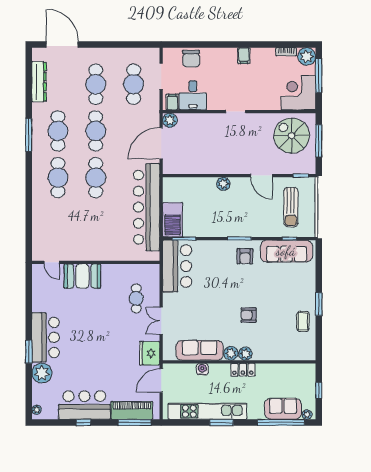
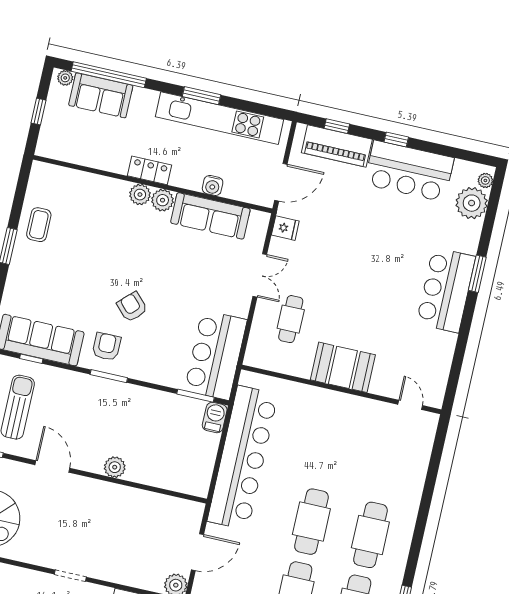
door: (161, 143) -> (197, 552), width x0.73
barbecue: (173, 220) -> (215, 418), width x0.53, depth x0.65
booth: (82, 276) -> (343, 367), moved
armchair: (249, 315) -> (132, 307), moved, turned -134
fridge: (150, 353) -> (285, 228), width x0.53, depth x0.75
plant: (42, 373) -> (472, 203), moved
window: (84, 423) -> (396, 139), moved
window: (135, 423) -> (337, 126), width x0.46

